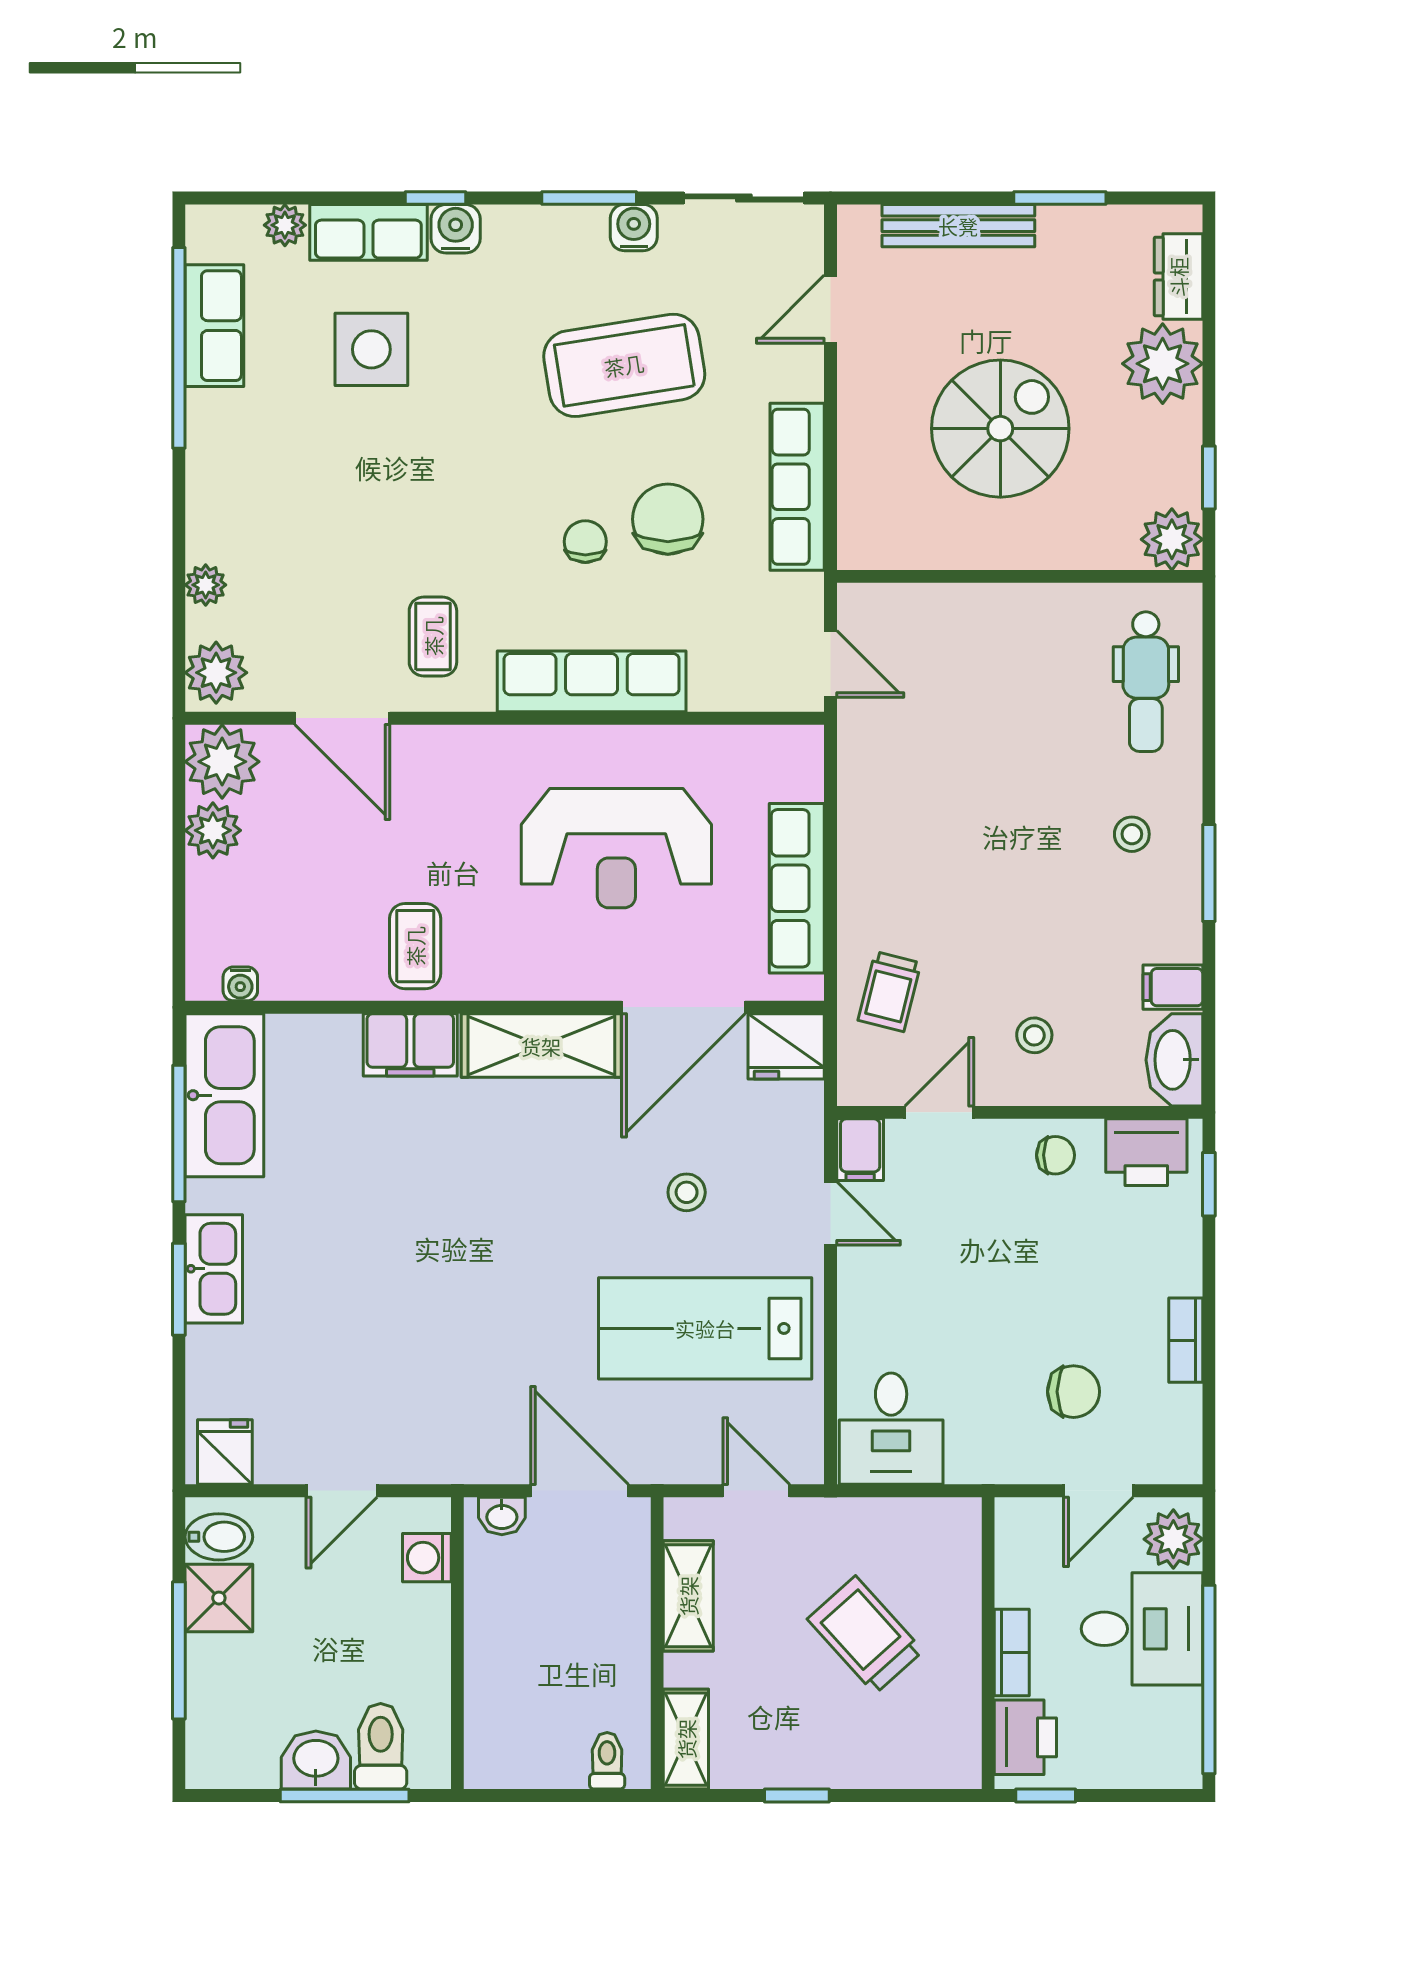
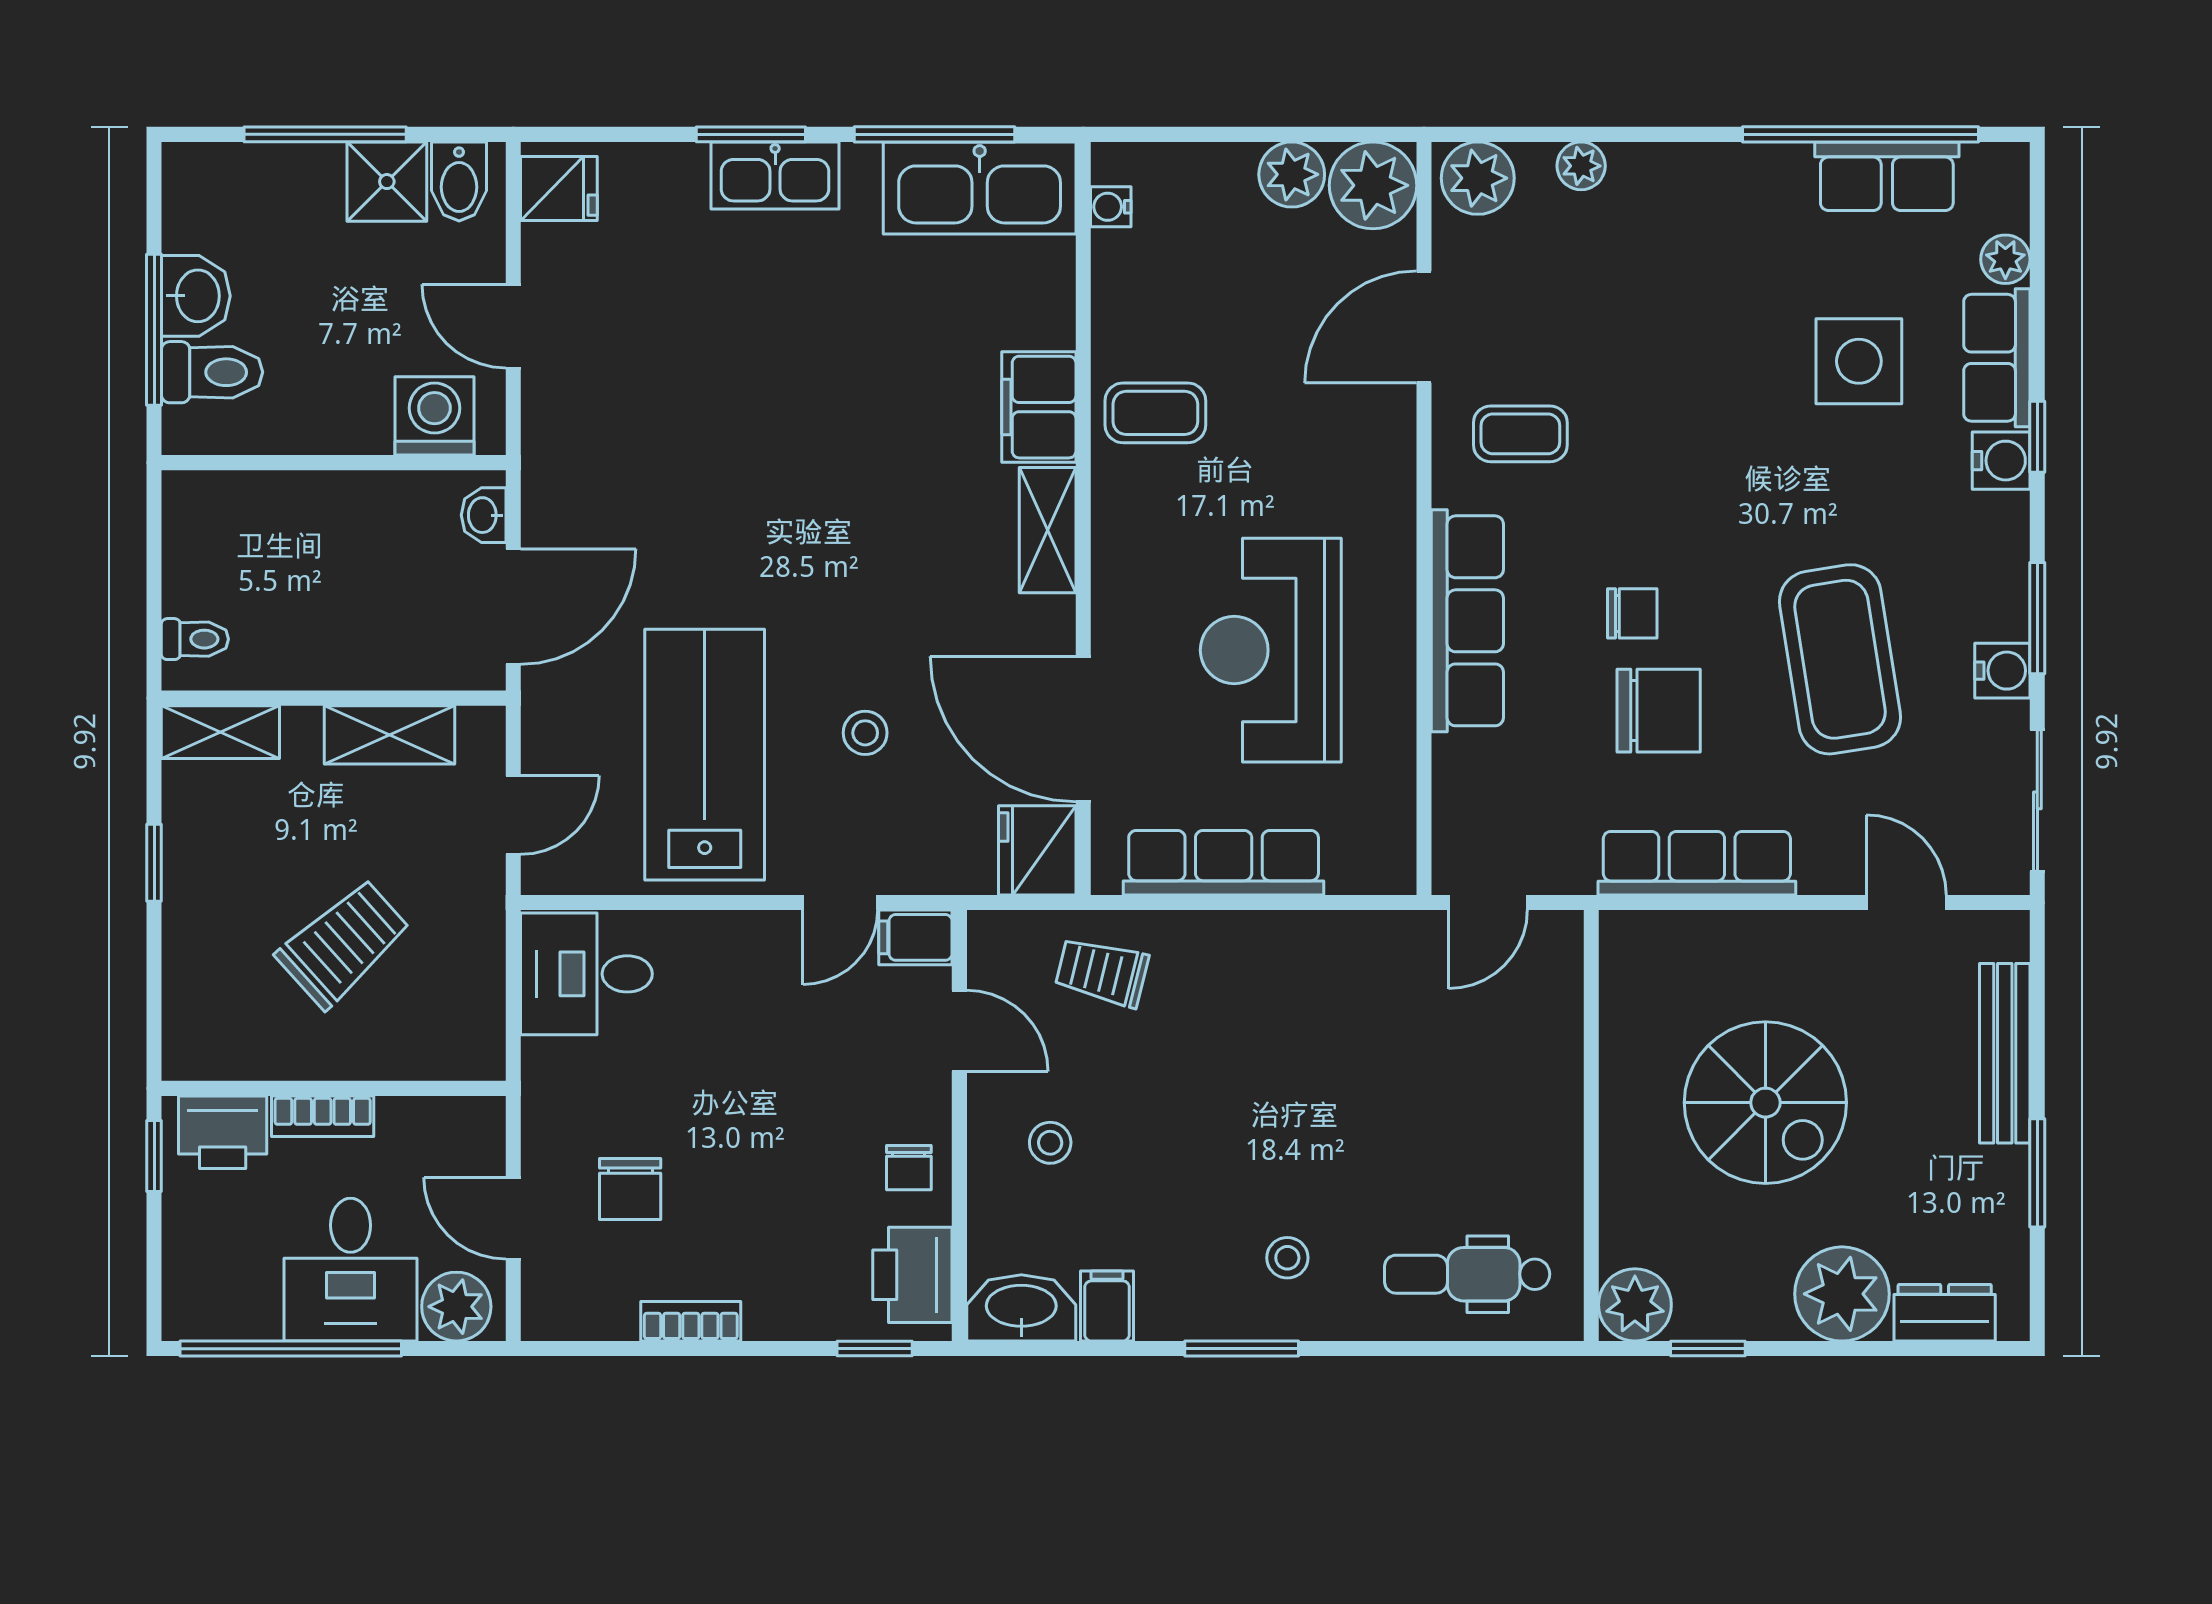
shelving: (541, 1046) -> (1048, 530), width x0.67, depth x0.75
washing machine: (427, 1558) -> (434, 416), width x1.38, depth x1.38

